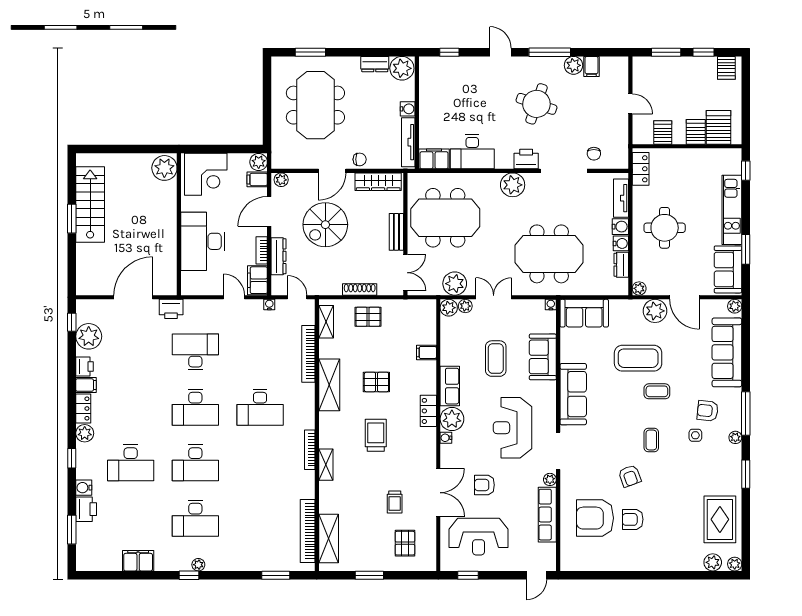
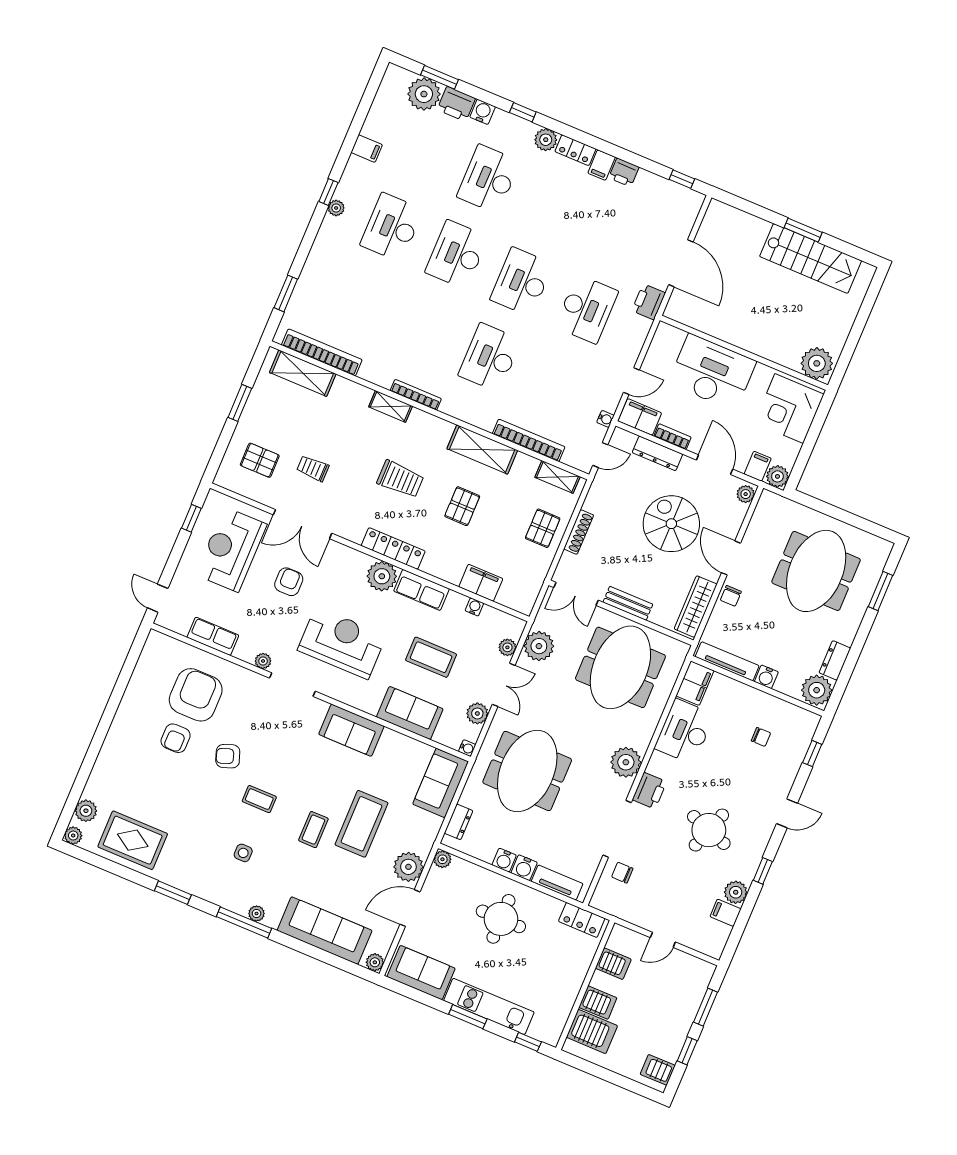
window: (550, 52) -> (763, 871), width x0.46
chair: (453, 95) -> (761, 737), added
meeting table: (315, 105) -> (816, 571), turned 90
window: (746, 249) -> (468, 1017), moved
dresser: (621, 265) -> (459, 822), moved, turned 90
plant: (449, 308) -> (477, 713), moved
plant: (89, 336) -> (424, 94), moved
filing cabinet: (426, 353) -> (481, 583), width x2.00
sofa: (573, 394) -> (351, 730), width x0.73
locker: (428, 411) -> (393, 548), width x1.53
armchair: (708, 411) -> (266, 879), removed
plant: (735, 437) -> (257, 914), moved
water cooler: (446, 438) -> (474, 607), moved
row of seats: (547, 515) -> (213, 636), width x0.68
armchair: (633, 519) -> (176, 738), turned 180
filing cabinet: (138, 561) -> (367, 149), width x0.50

